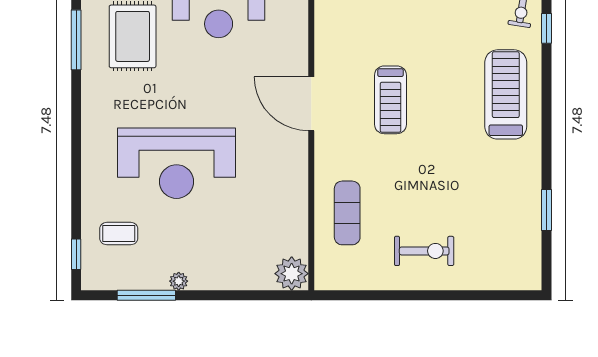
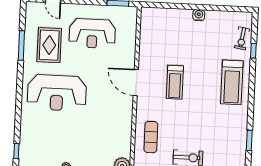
treadmill: (506, 94) -> (232, 82), turned 180
reception desk: (177, 163) -> (57, 93), moved
coffee table: (119, 234) -> (38, 142), removed

